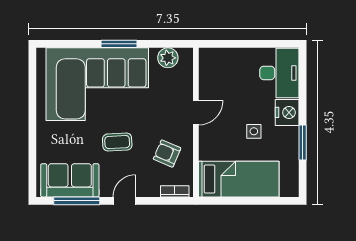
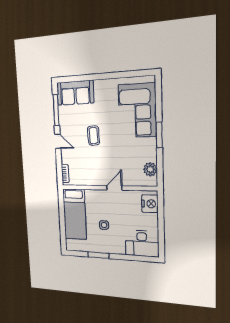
corner sofa: (97, 84) -> (137, 111), width x0.73, depth x0.74
nightstand: (287, 112) -> (150, 204), moved, turned -90
door: (196, 113) -> (114, 188), swing flipped
armchair: (167, 154) -> (88, 169), removed
sofa: (70, 180) -> (75, 93), moved, turned 90

